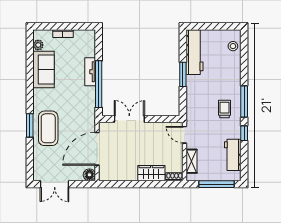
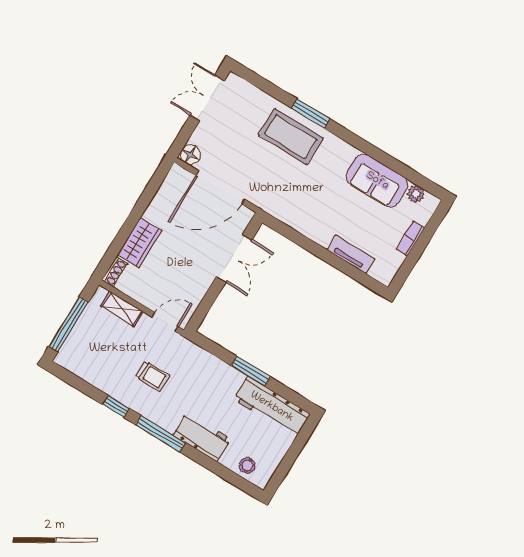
tv unit: (90, 72) -> (351, 254), moved
window: (99, 84) -> (309, 245), removed
trolley: (225, 109) -> (153, 376), moved
door: (97, 149) -> (220, 188), swing flipped
workbench: (233, 155) -> (202, 437), moved

